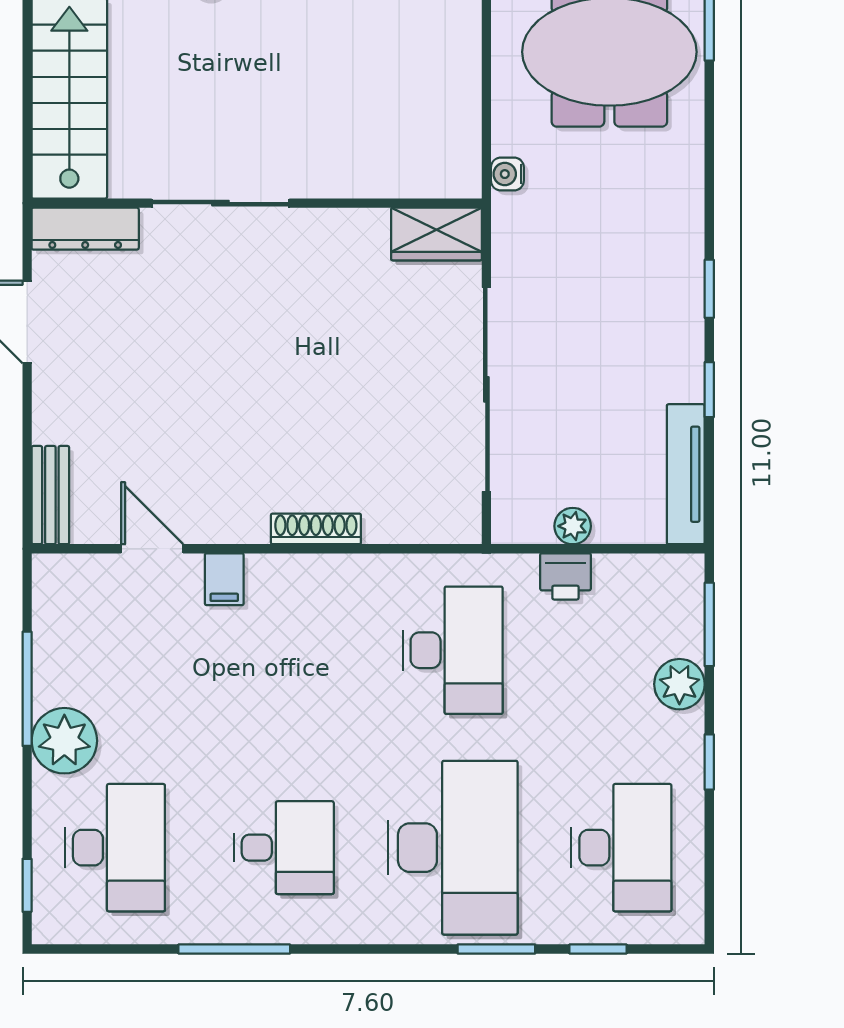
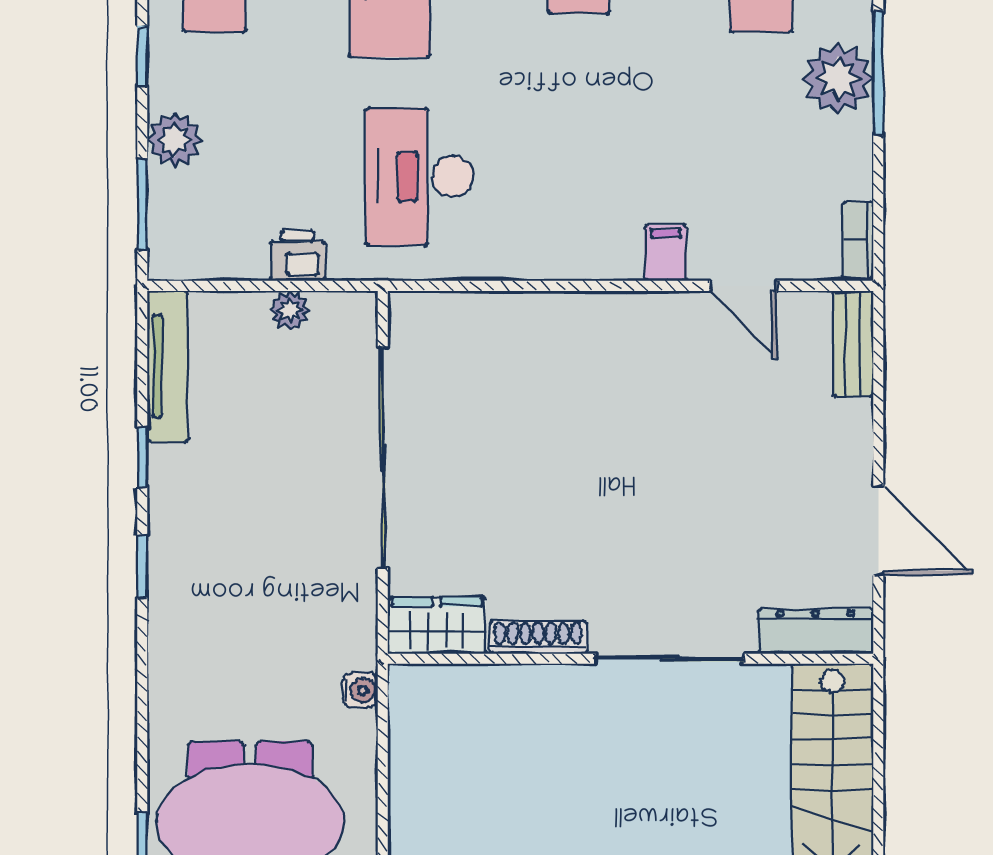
shoe rack: (316, 529) -> (538, 637), moved, turned 180
bookcase: (46, 591) -> (858, 240), added
window: (27, 689) -> (878, 72), moved

